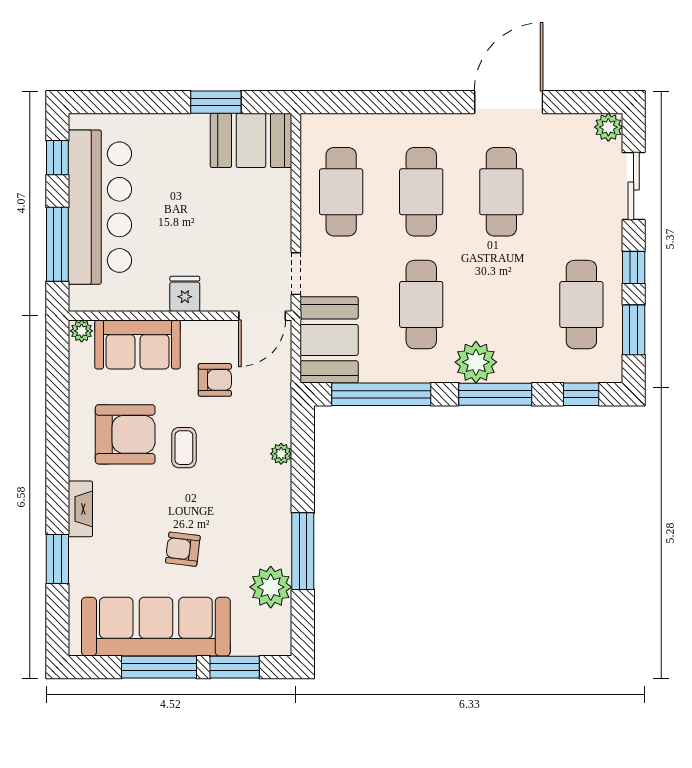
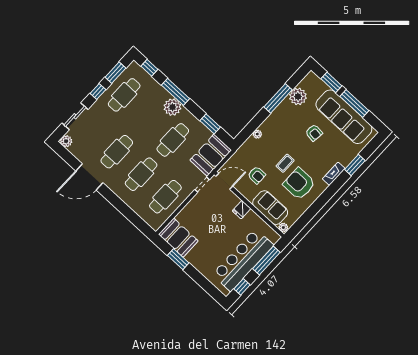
armchair: (215, 380) -> (257, 175), turned 180
window: (381, 394) -> (210, 124), width x0.47

